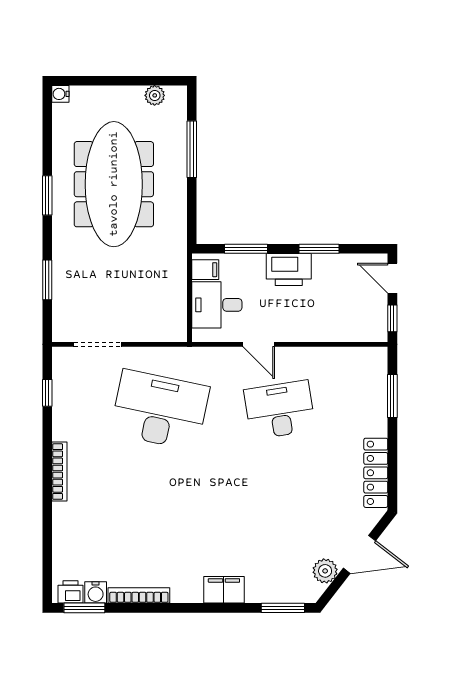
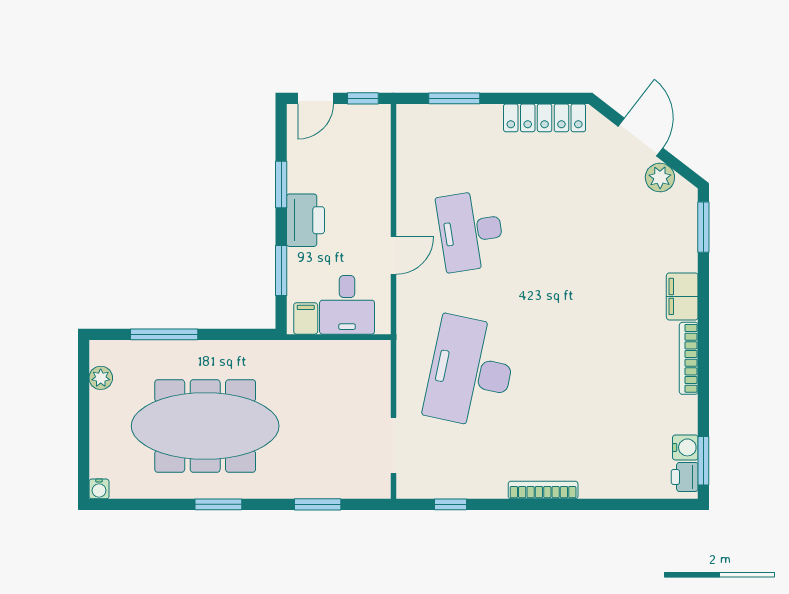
bookcase: (139, 595) -> (689, 358), moved

